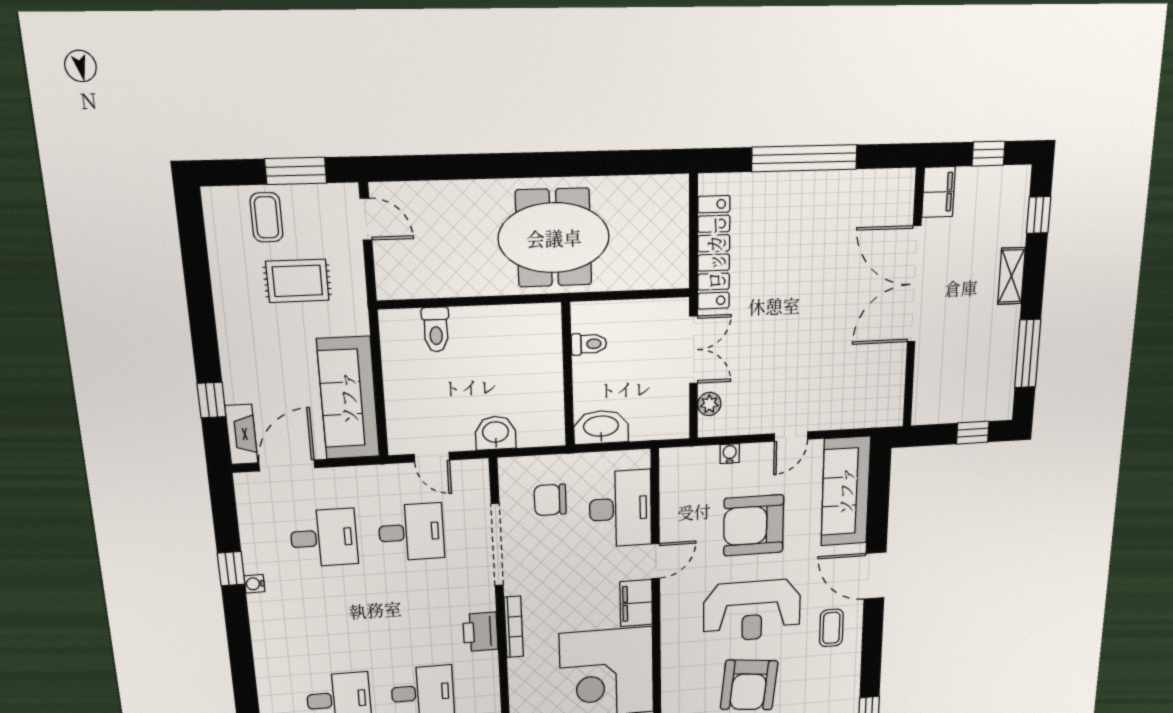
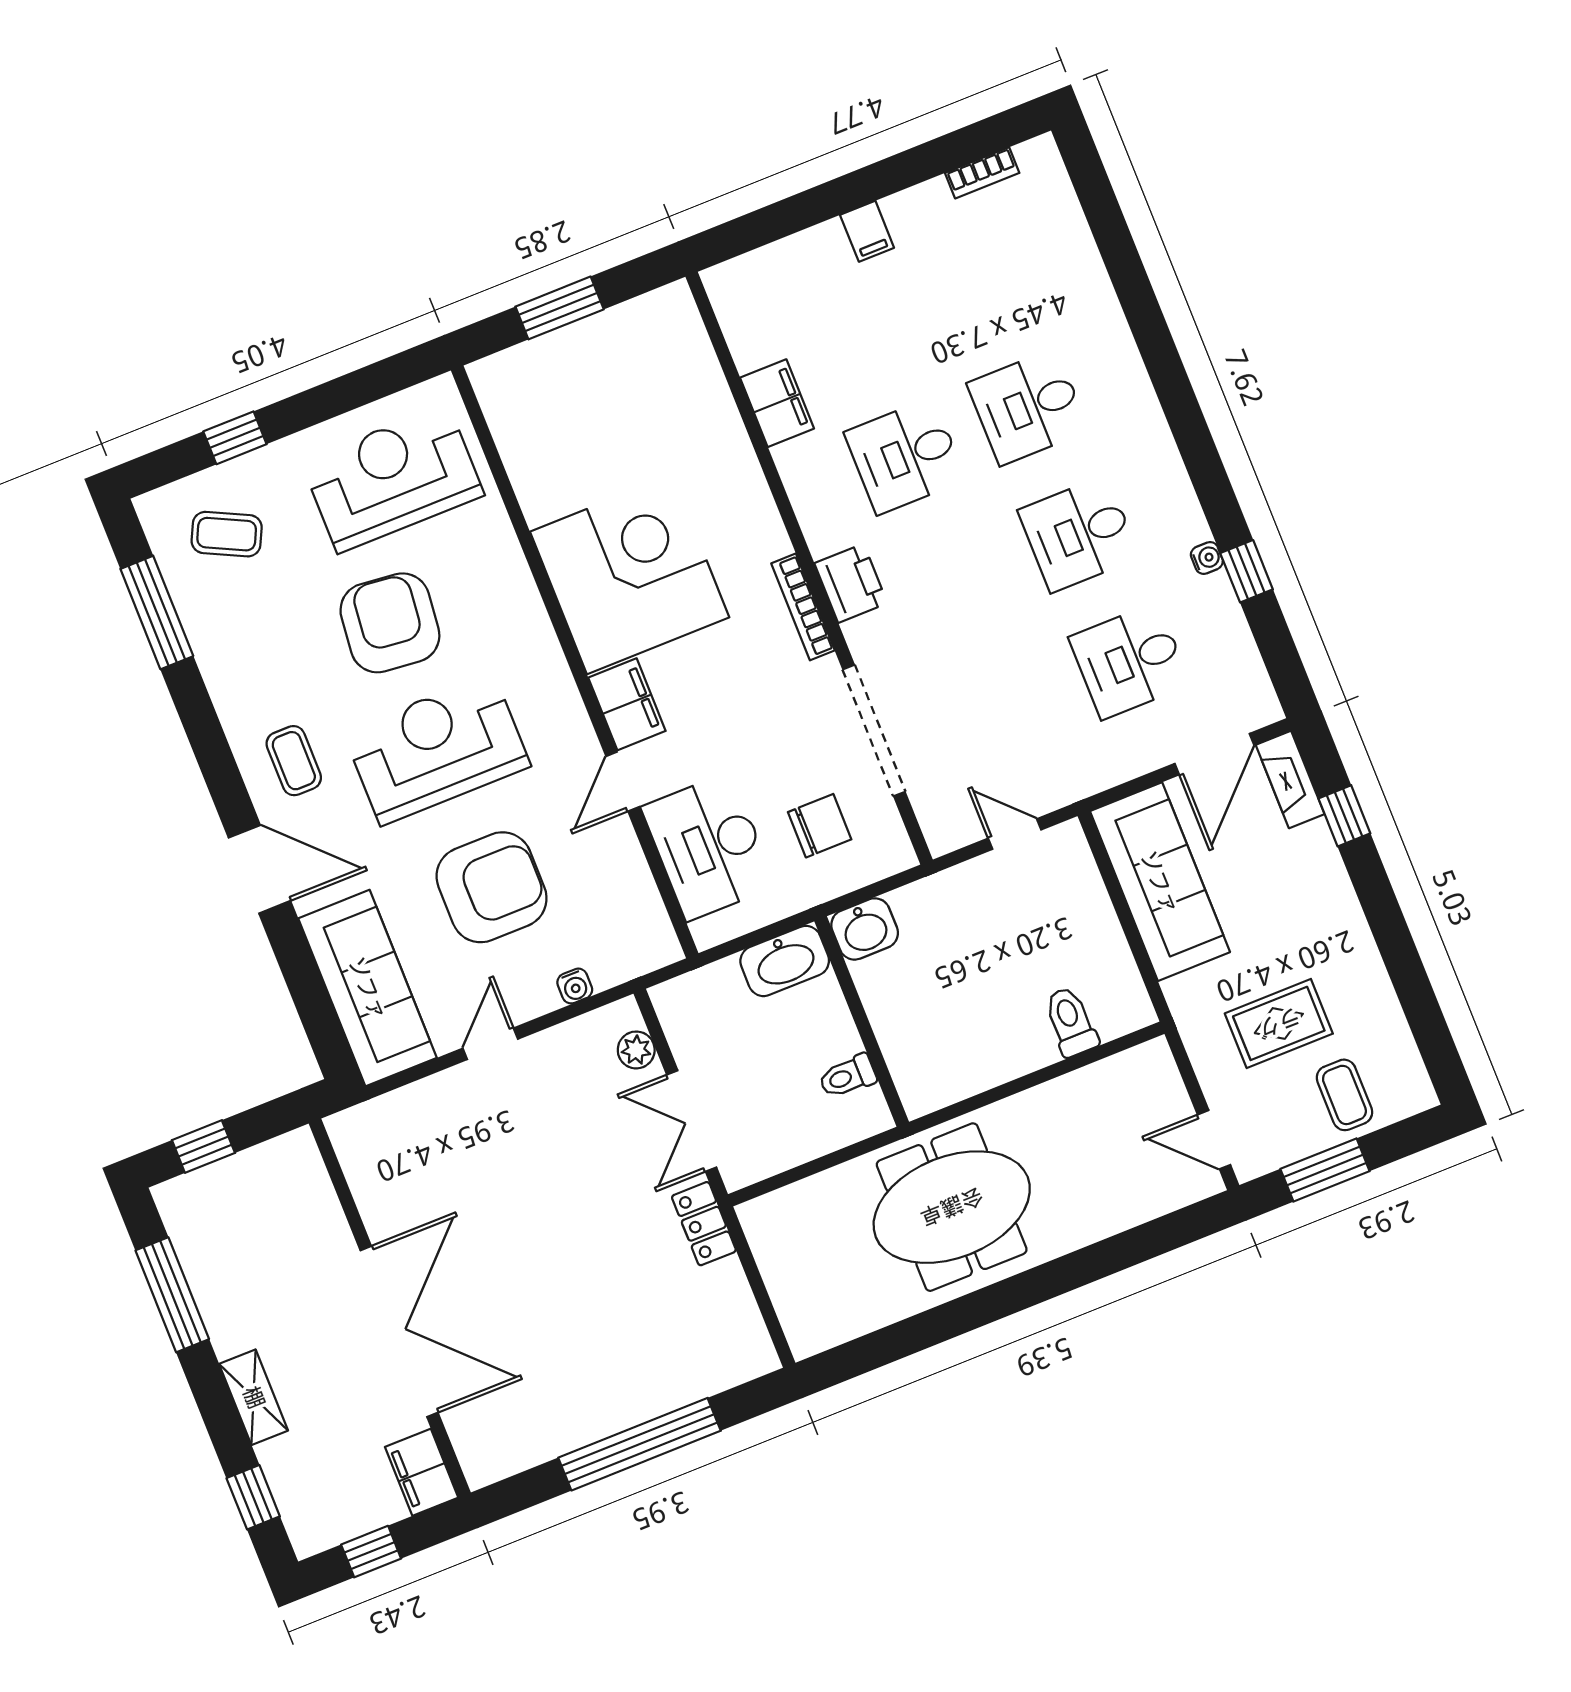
locker: (714, 253) -> (704, 1224), width x0.46, depth x0.83
washbasin: (496, 433) -> (865, 929), moved
desk: (411, 532) -> (1079, 534), moved

